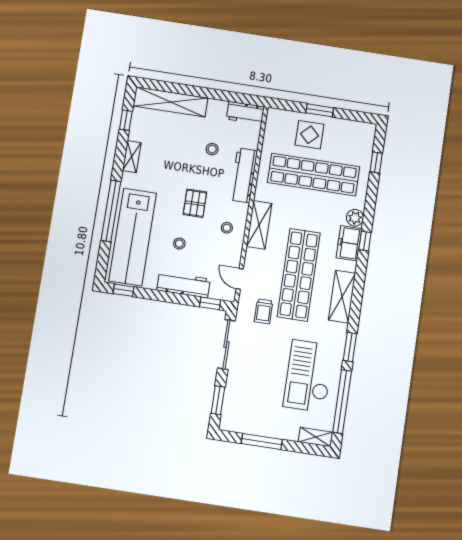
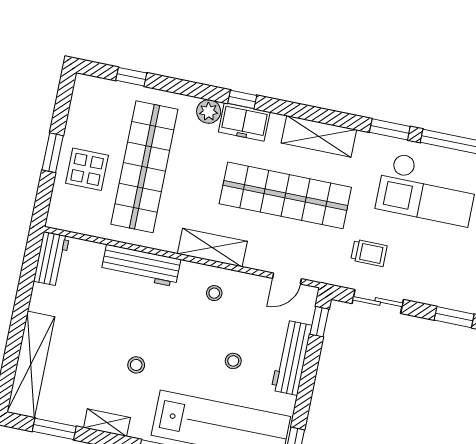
window: (126, 120) -> (54, 429), width x1.50
stool: (212, 149) -> (136, 365), moved
pallet: (195, 203) -> (177, 336), removed
trolley: (264, 311) -> (369, 253), moved
sliding door: (226, 345) -> (378, 302), width x0.73

